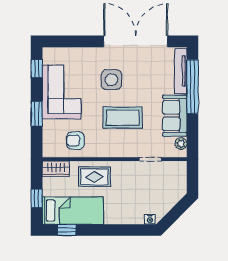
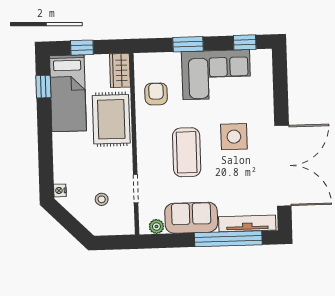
rug: (94, 177) -> (111, 119), width x1.36, depth x1.43
stool: (158, 186) -> (102, 199), added

